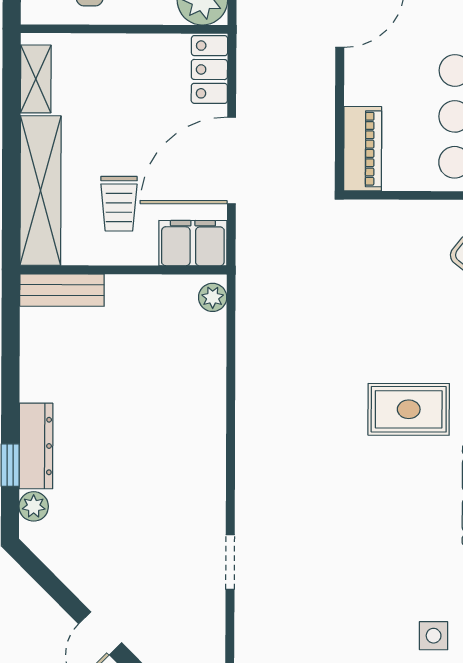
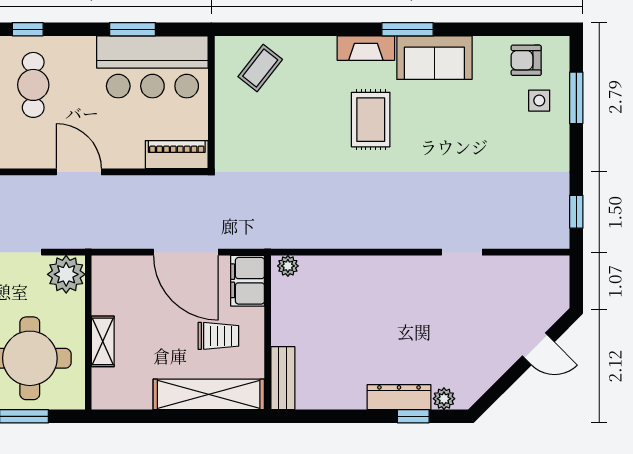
locker: (209, 69) -> (118, 269), removed
shelving: (36, 79) -> (103, 341), moved, turned 90
doorway: (230, 562) -> (462, 252), moved

